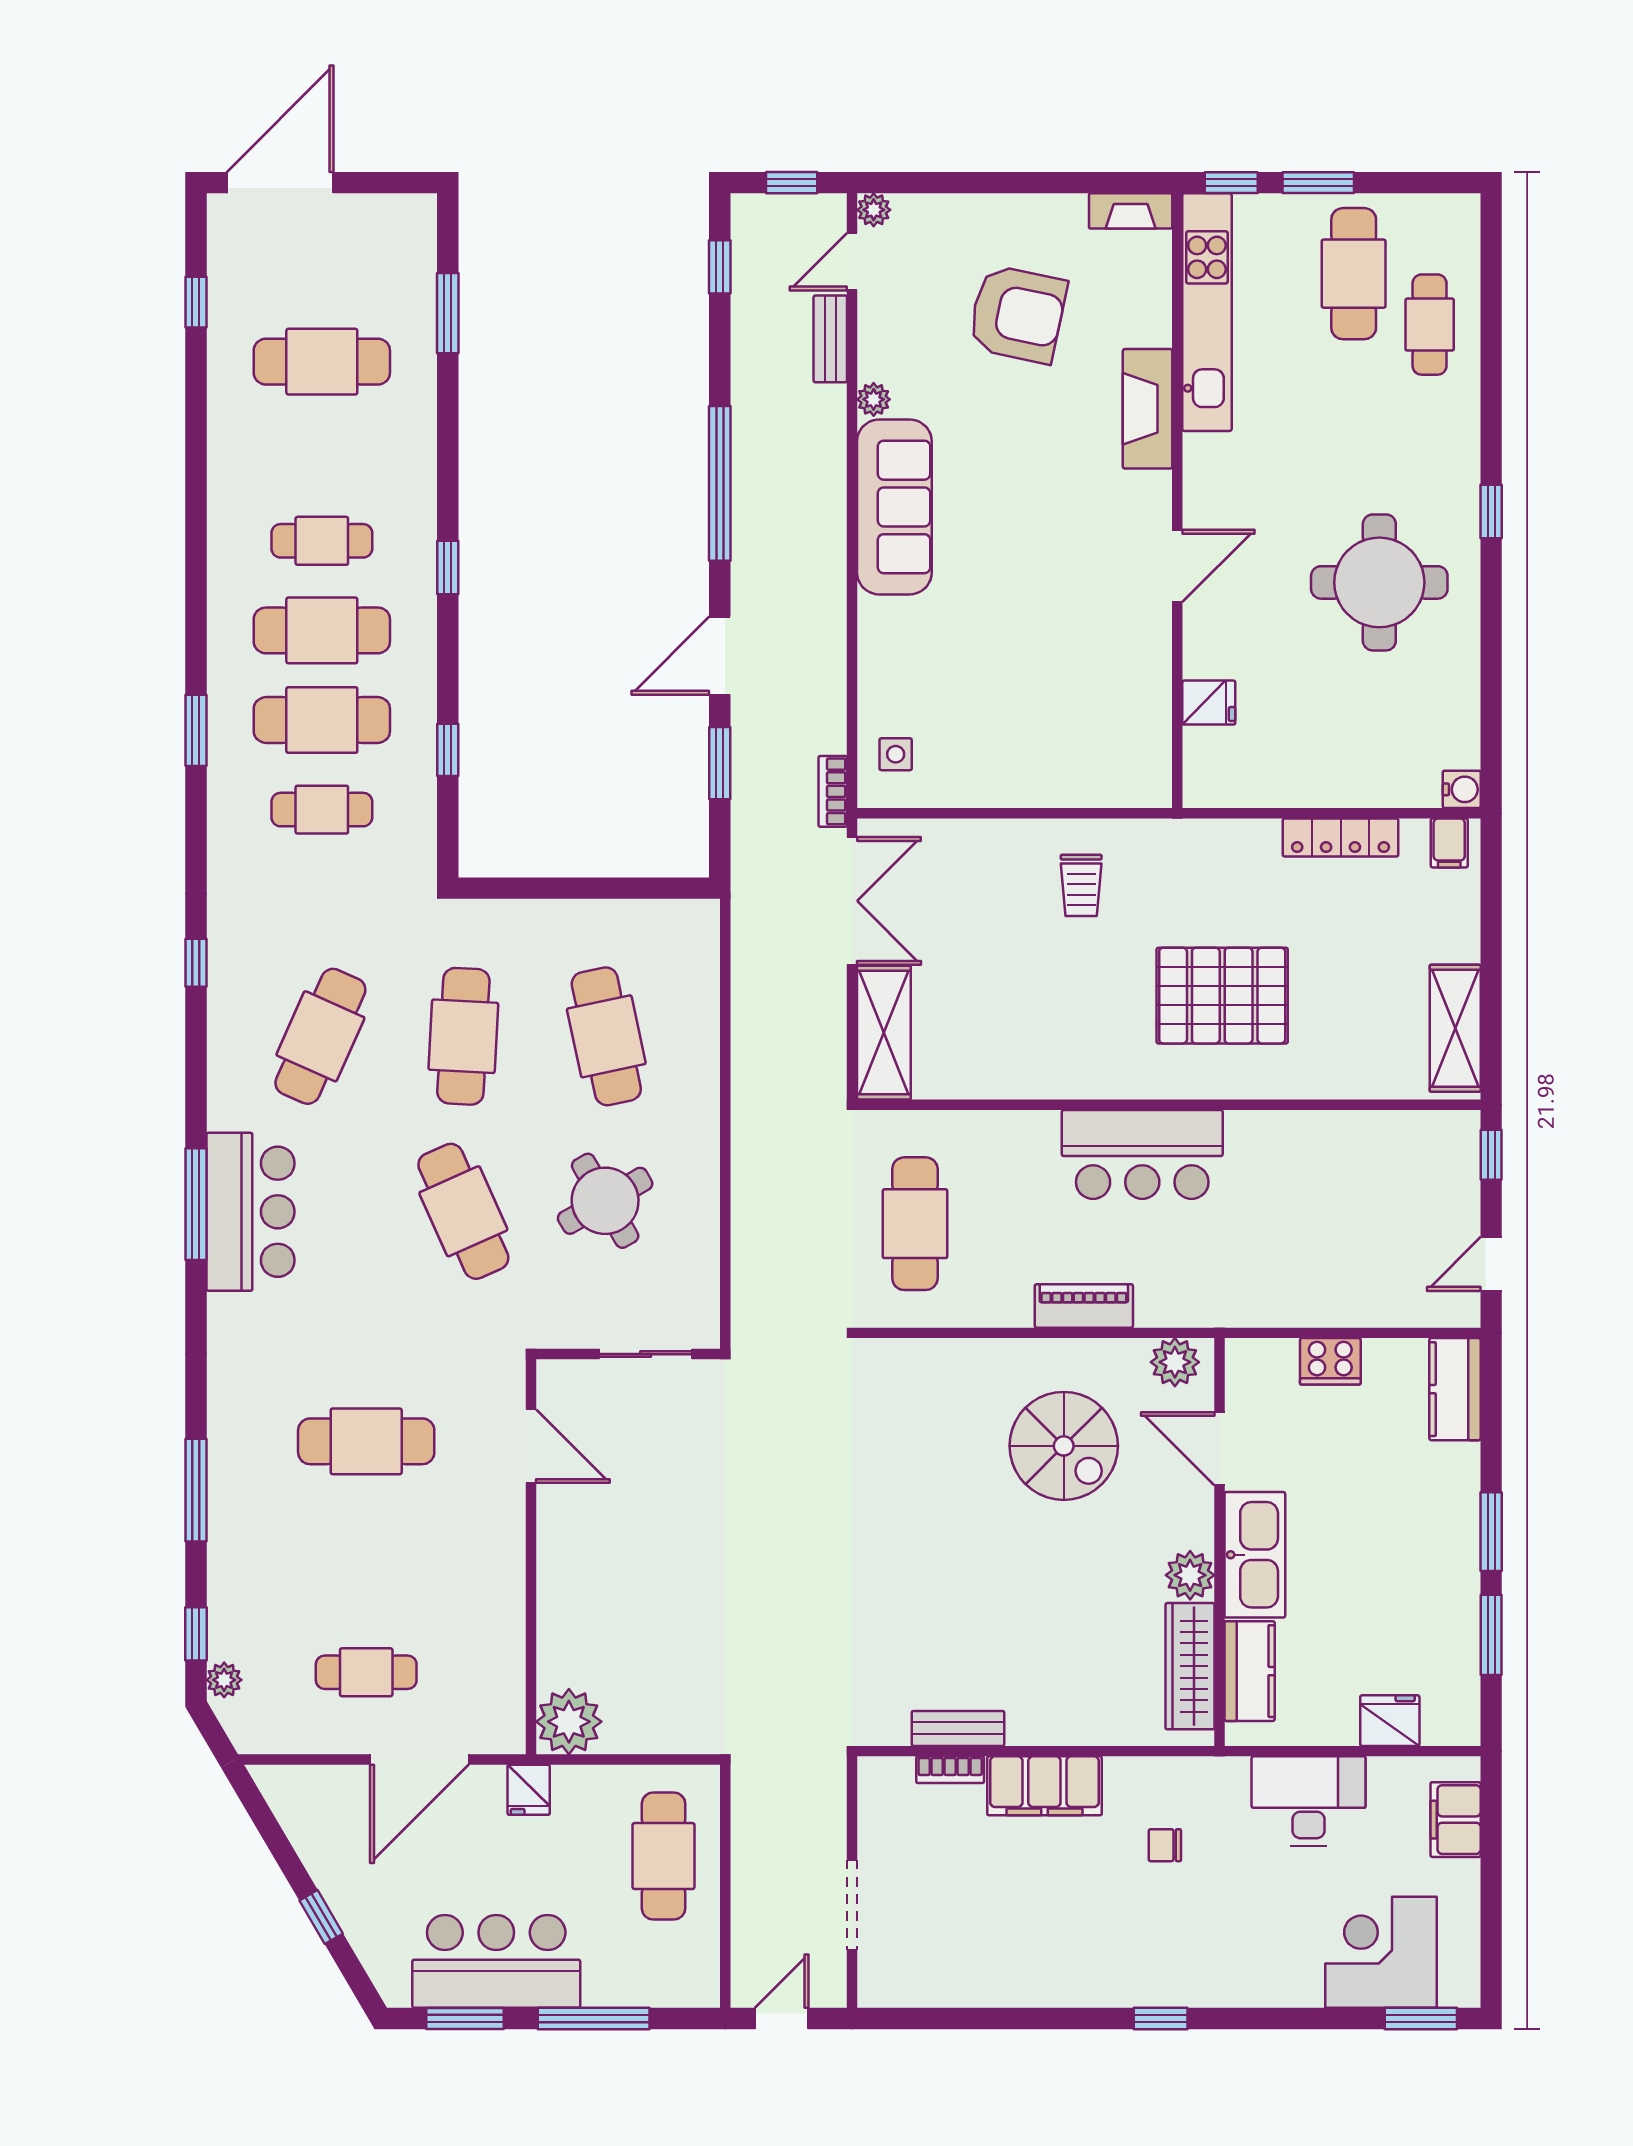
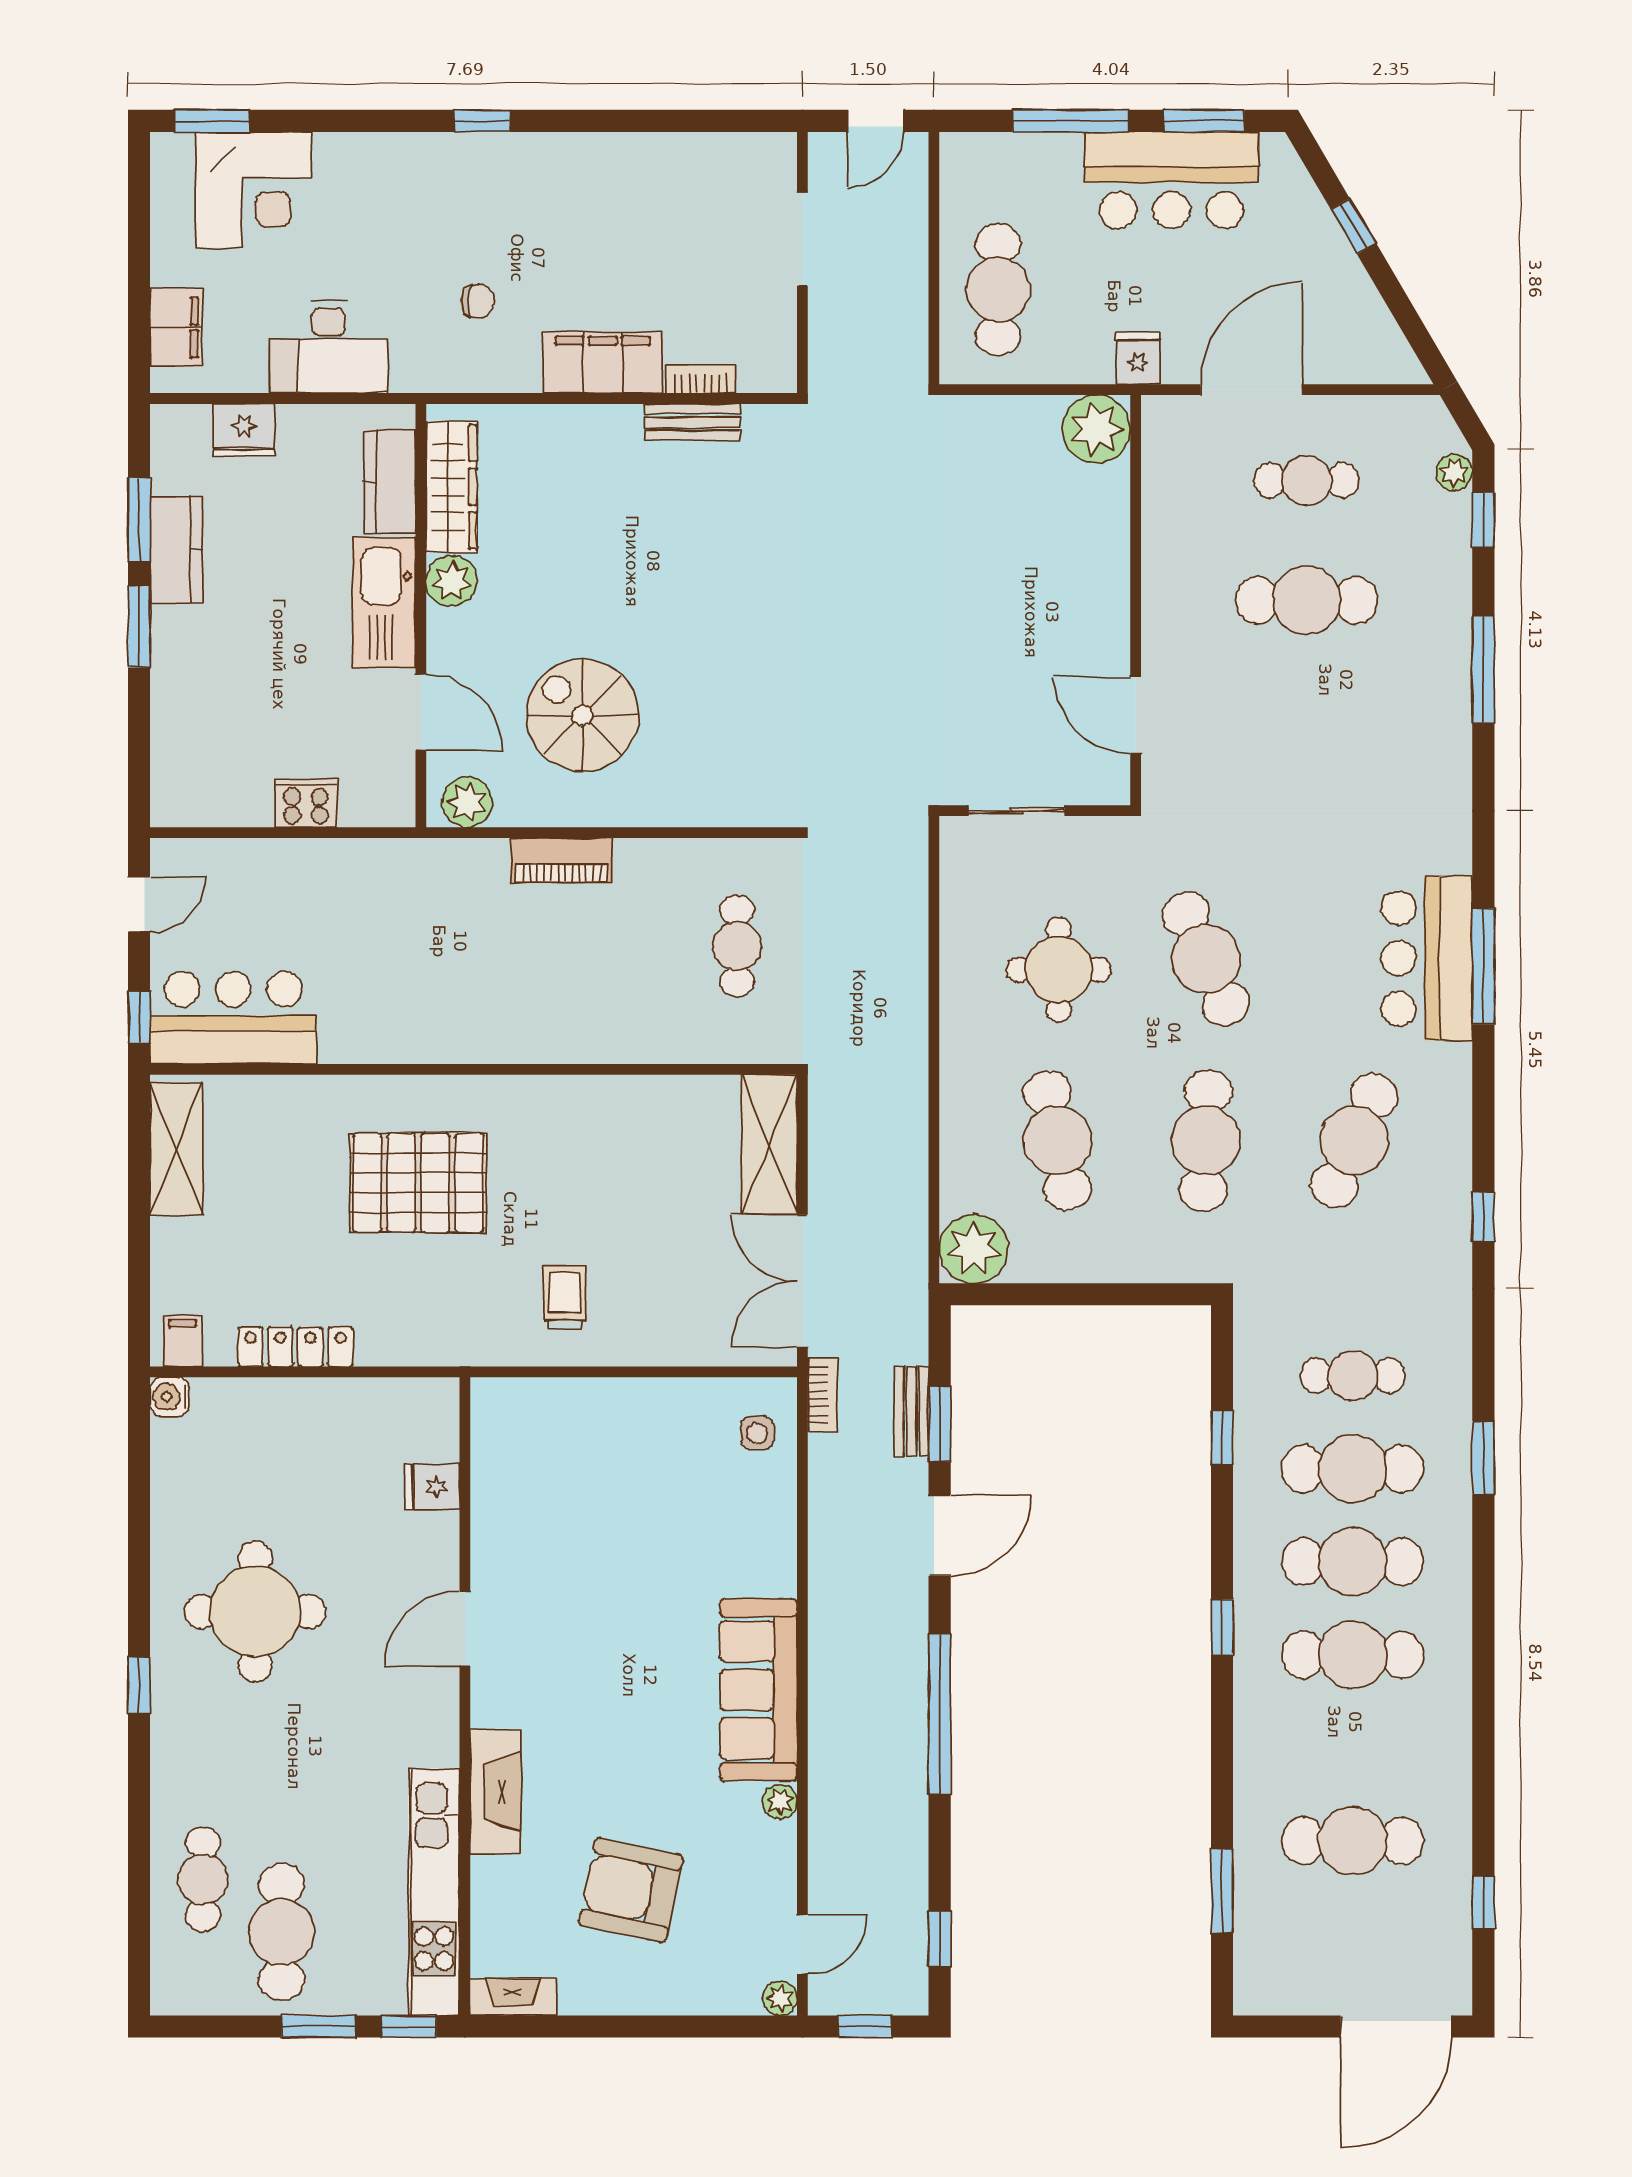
bench: (830, 339) -> (911, 1412), moved
cafe table: (322, 541) -> (1353, 1655), width x1.37, depth x1.35
plant: (687, 932) -> (974, 1249), added
bar counter: (1142, 1154) -> (233, 1018), moved
round table: (605, 1201) -> (1059, 970), turned 30
cafe table: (915, 1224) -> (737, 946), width x0.73, depth x0.74
kitchen counter: (1455, 1389) -> (177, 550), moved
cafe table: (366, 1441) -> (1307, 600), moved

